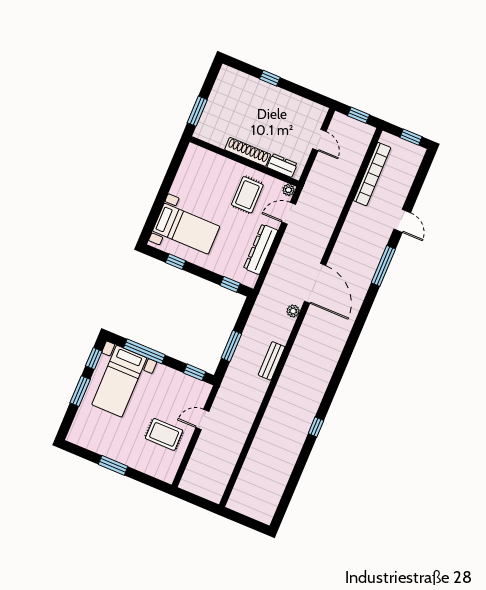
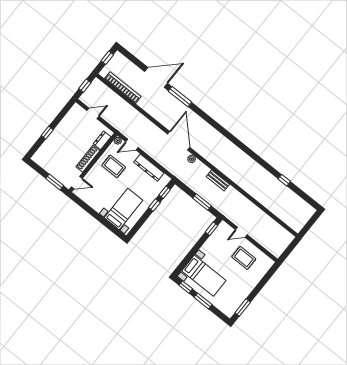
door: (206, 145) -> (77, 183), added
door: (289, 213) -> (132, 145), hinge flipped
door: (402, 221) -> (156, 77), width x1.88
window: (176, 262) -> (154, 205), moved
door: (315, 283) -> (179, 141), hinge flipped
window: (144, 351) -> (190, 255), removed
door: (202, 420) -> (241, 232), hinge flipped
window: (316, 427) -> (284, 180), moved
rug: (164, 434) -> (244, 258), turned 90
window: (113, 465) -> (243, 307), moved

